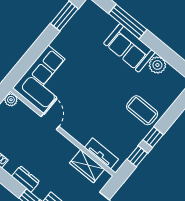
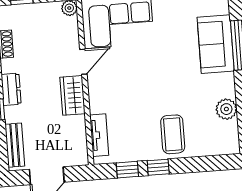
sofa: (129, 48) -> (216, 44), moved
wardrobe: (87, 166) -> (73, 95), moved

